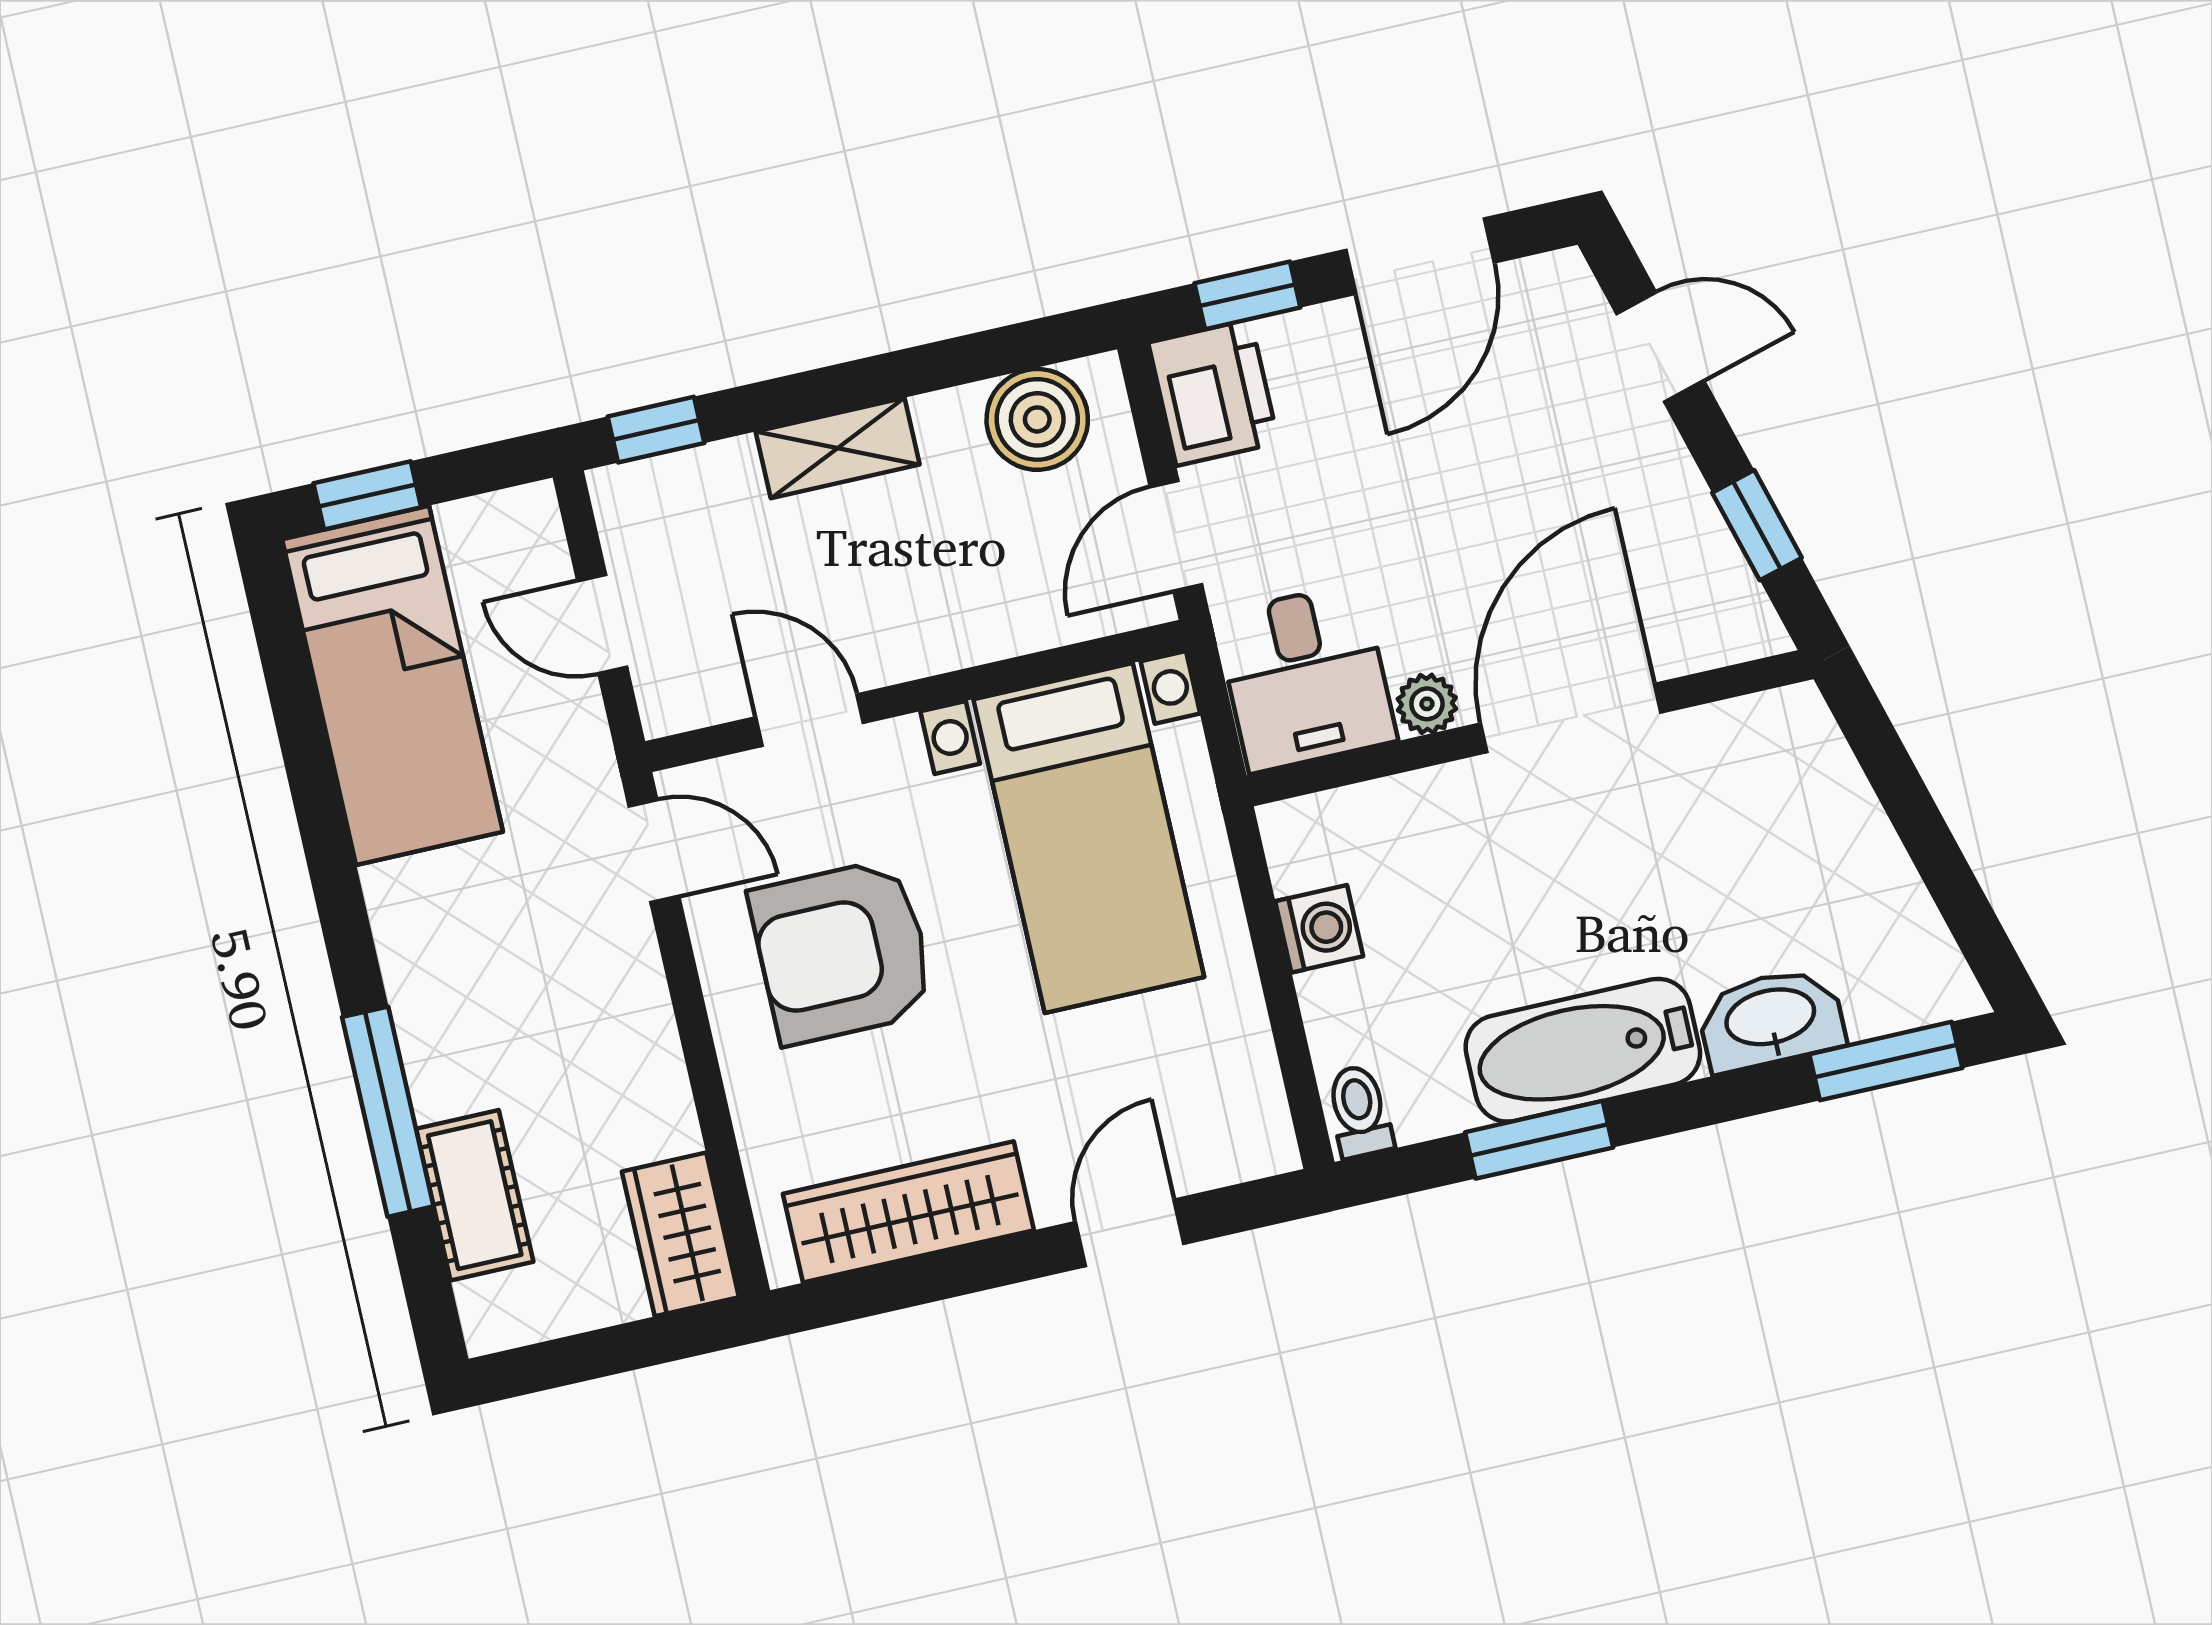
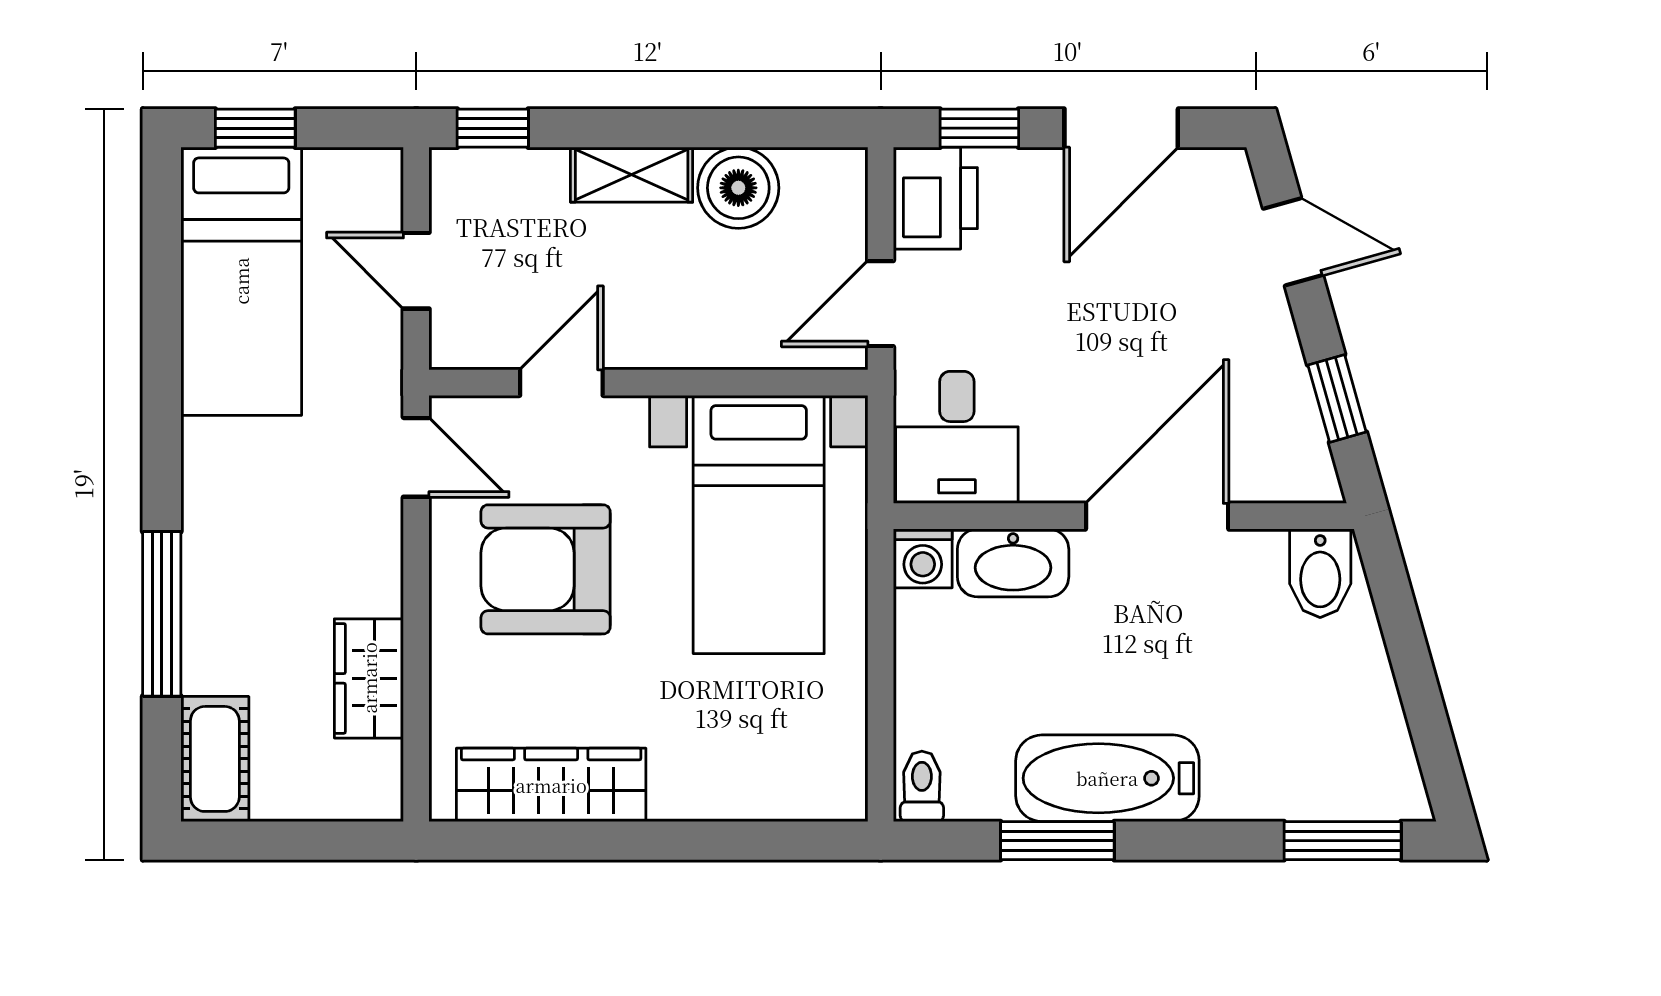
boiler: (1037, 419) -> (738, 188), moved
plant: (1427, 704) -> (1047, 480), removed
door: (810, 720) -> (561, 383), hinge flipped
bidet: (1785, 742) -> (1320, 573), added
washing machine: (1319, 929) -> (923, 558), moved, turned 90
washbasin: (1771, 1019) -> (1013, 563), moved, turned 180
cot: (475, 1195) -> (215, 759), moved
door: (1130, 1233) -> (721, 841), removed
wardrobe: (680, 1234) -> (369, 678), moved

